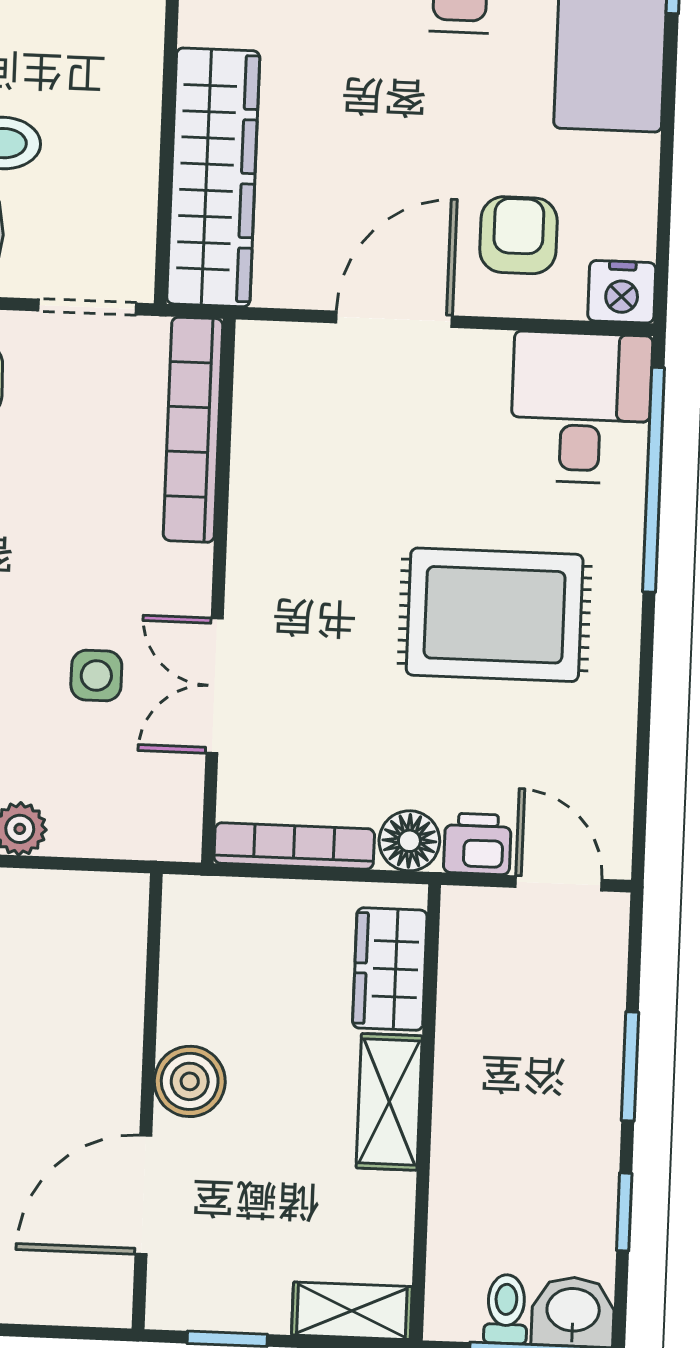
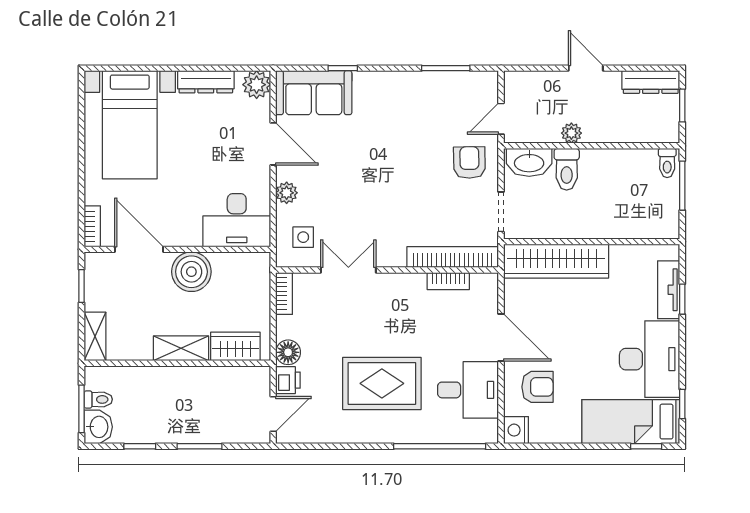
desk: (581, 408) -> (468, 390), moved
bookcase: (251, 443) -> (448, 281), added
rug: (495, 615) -> (382, 383), turned 90
side table: (96, 676) -> (303, 237), moved
bookcase: (294, 846) -> (284, 294), width x0.64
desk: (82, 953) -> (237, 220), added
boiler: (190, 1081) -> (191, 272), width x1.37, depth x1.37
bookcase: (83, 1307) -> (92, 226), added

